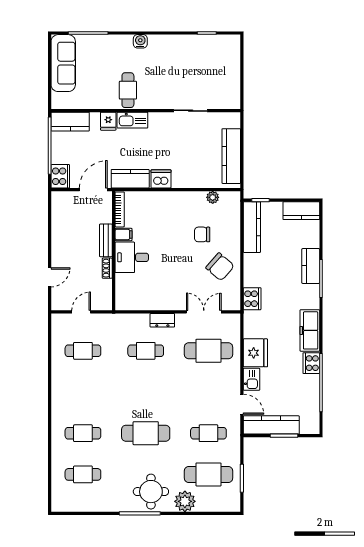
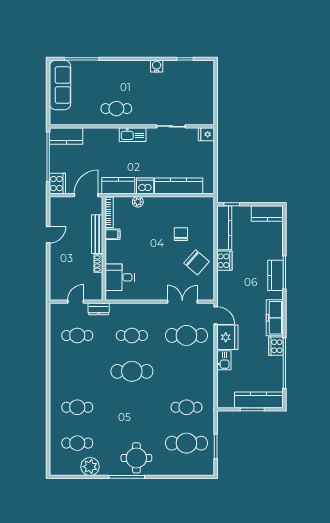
water cooler: (140, 41) -> (157, 66), moved
cafe table: (128, 90) -> (116, 109), turned 90
kitchen sink: (132, 120) -> (133, 135), moved
fridge: (108, 121) -> (206, 134), moved, turned 90
kitchen counter: (231, 156) -> (179, 186), moved, turned 90
plant: (213, 197) -> (138, 202), moved
chair: (202, 234) -> (181, 234), turned 90
bench: (106, 240) -> (97, 234), width x1.36
desk: (132, 257) -> (120, 277), moved
kitchen counter: (311, 266) -> (275, 275), moved
door: (50, 277) -> (48, 235), moved
cooker: (252, 299) -> (224, 261), moved
dresser: (162, 320) -> (99, 309), moved
door: (242, 404) -> (216, 315), moved
kitchen counter: (271, 425) -> (259, 400), moved
cafe table: (146, 433) -> (132, 371), moved
plant: (185, 501) -> (90, 467), moved

